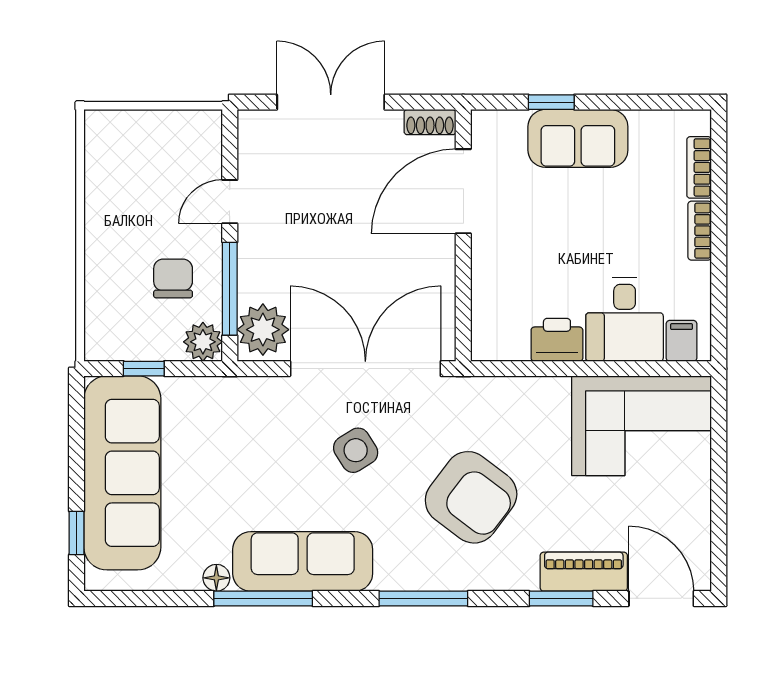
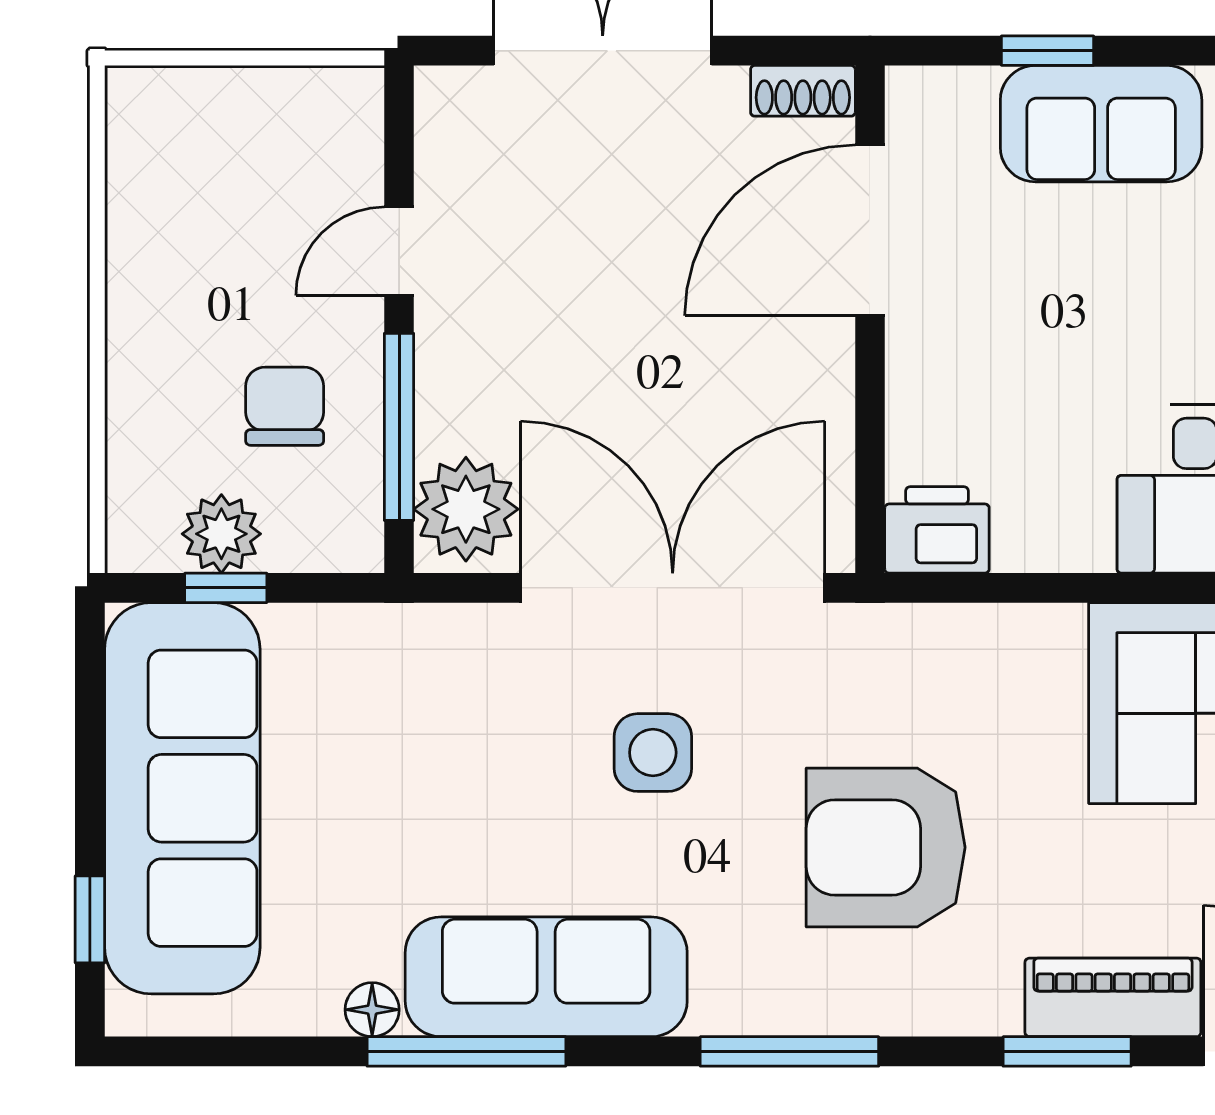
printer: (557, 340) -> (937, 530), moved
plant: (203, 342) -> (221, 534), moved
side table: (356, 450) -> (653, 753), turned 32
armchair: (471, 497) -> (886, 847), turned 143

